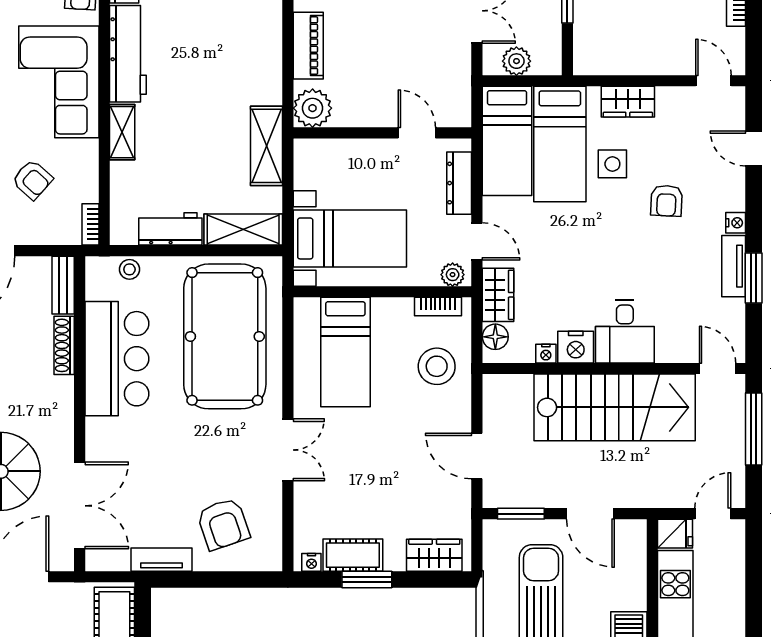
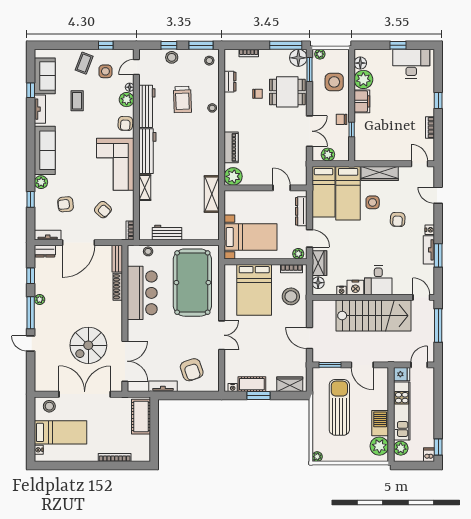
wardrobe: (628, 102) -> (380, 173), width x1.50
shelving: (243, 230) -> (201, 233), removed
bed: (345, 352) -> (254, 290), width x1.50

